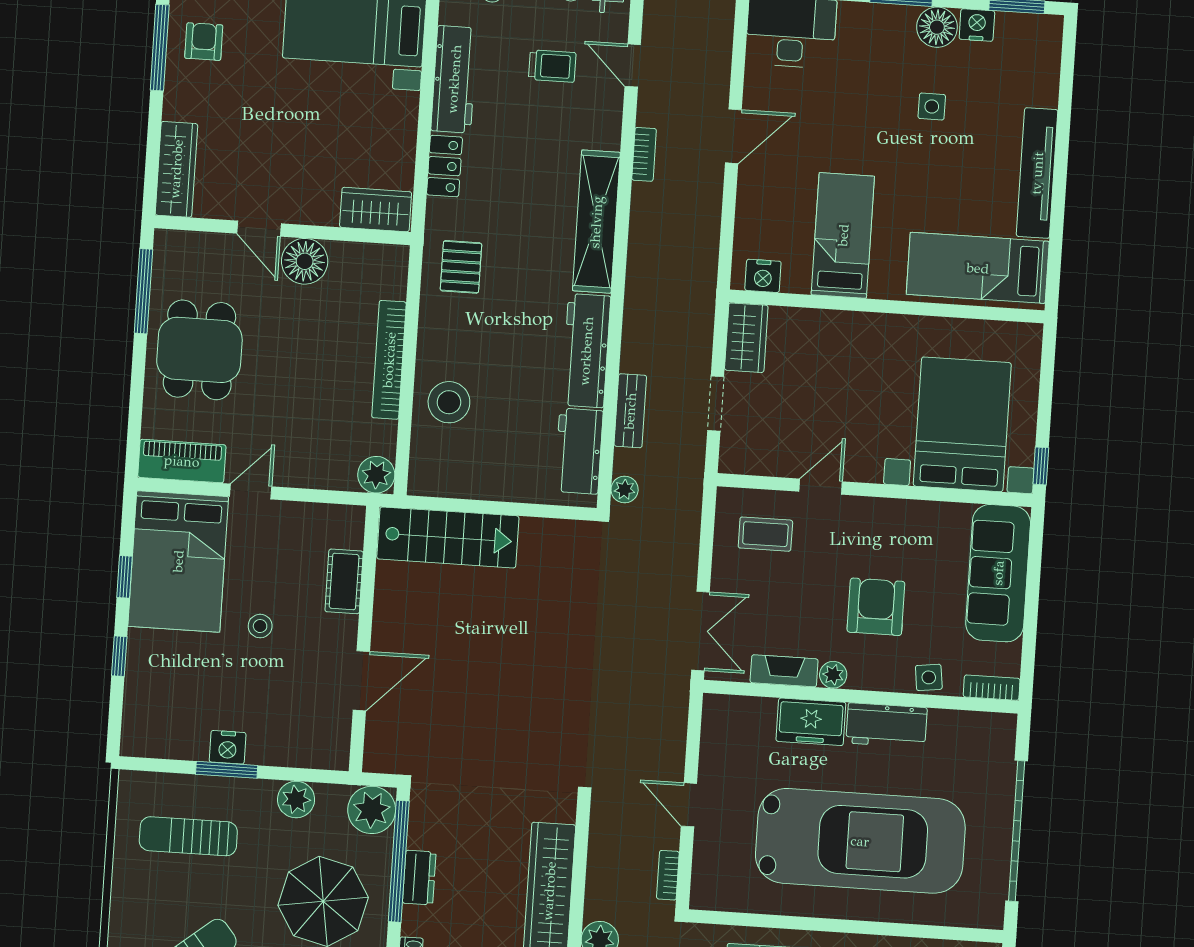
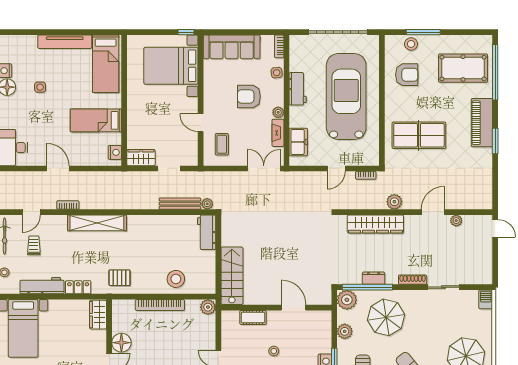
workbench: (586, 351) -> (151, 224), removed
bench: (630, 411) -> (180, 204), width x1.36
workbench: (579, 451) -> (207, 232), moved, turned 90
freezer: (811, 722) -> (298, 142), moved

